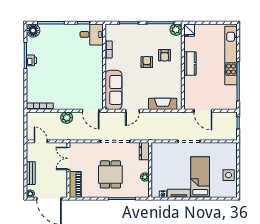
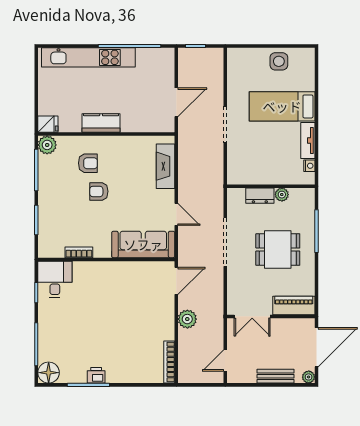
dresser: (144, 151) -> (260, 196), moved

